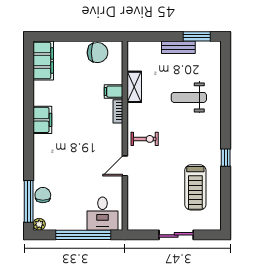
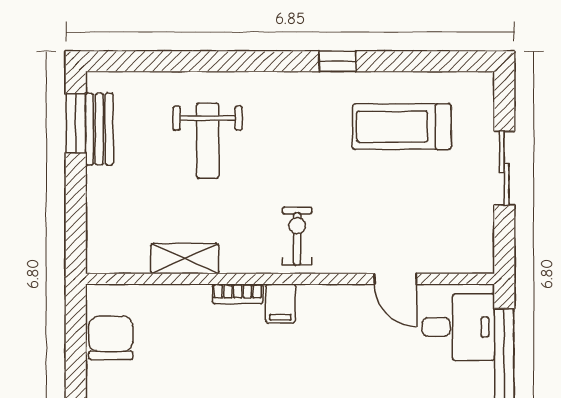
bench: (178, 47) -> (99, 129), moved
filing cabinet: (113, 92) -> (280, 303), moved
door: (125, 166) -> (395, 279), moved
treadmill: (195, 187) -> (402, 127), turned 180

